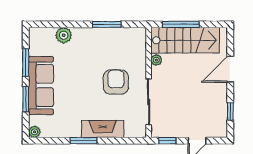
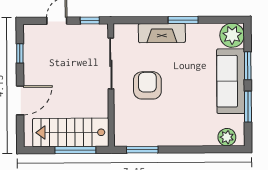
window: (107, 24) -> (142, 150), moved
plant: (64, 35) -> (227, 137), moved
plant: (156, 60) -> (102, 110), removed
armchair: (116, 82) -> (147, 85), turned 180
plant: (34, 132) -> (232, 35), width x1.88, depth x1.88

